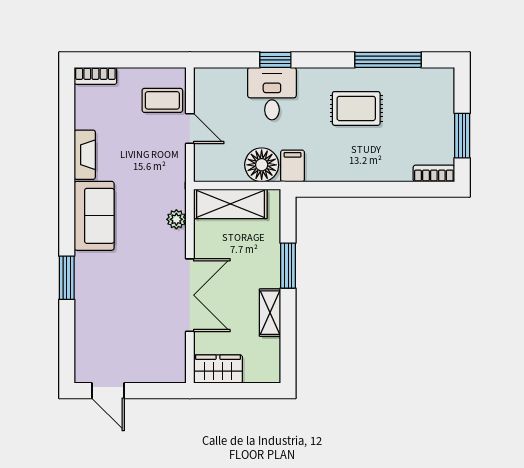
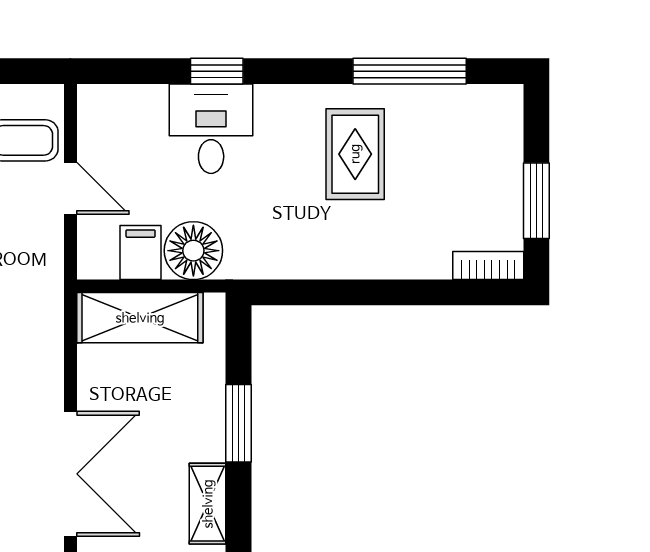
rug: (356, 108) -> (355, 154), turned 90
filing cabinet: (293, 166) -> (141, 253), moved
plant: (176, 219) -> (47, 344), removed

